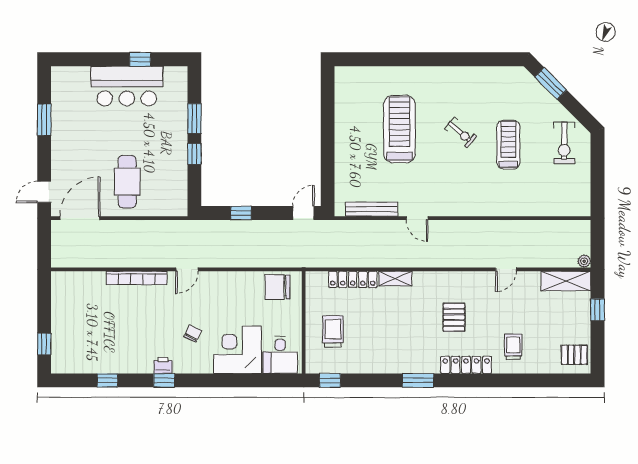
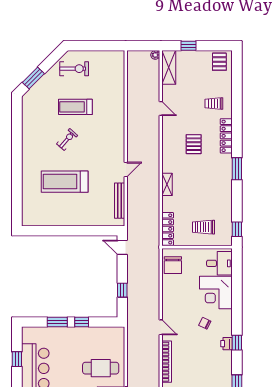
locker: (353, 279) -> (168, 229), moved
pallet: (454, 317) -> (194, 144), turned 90

